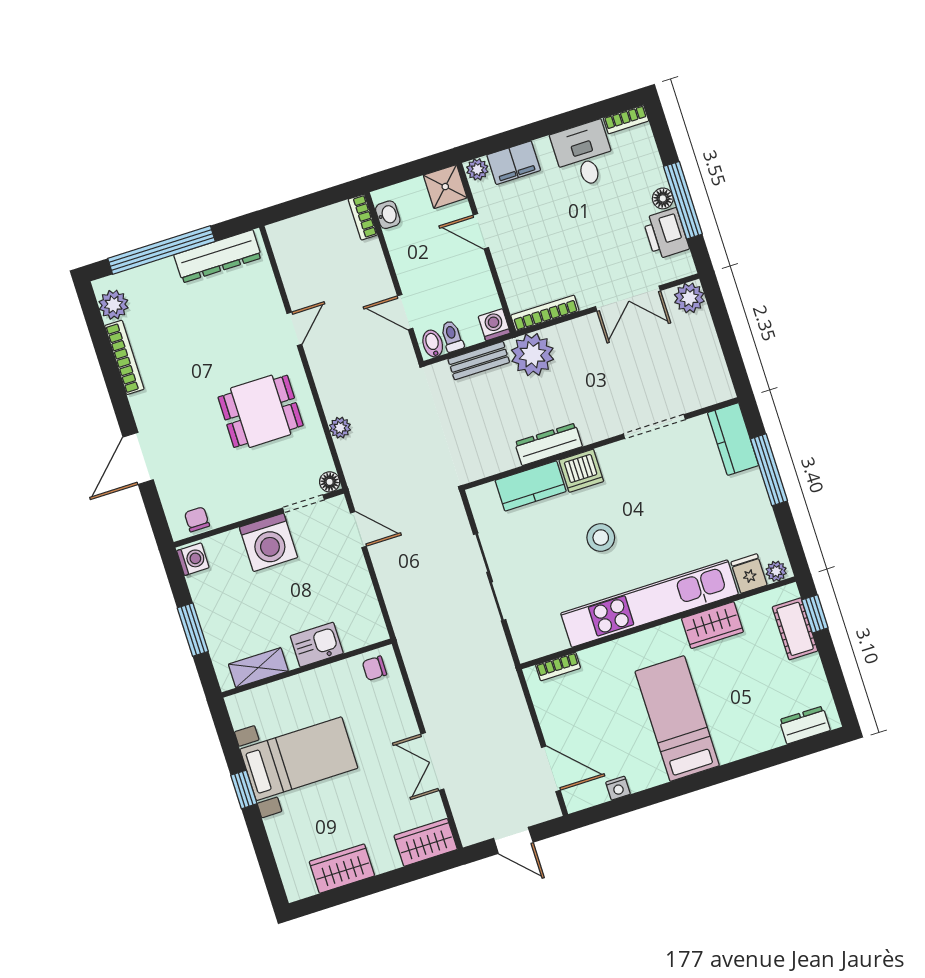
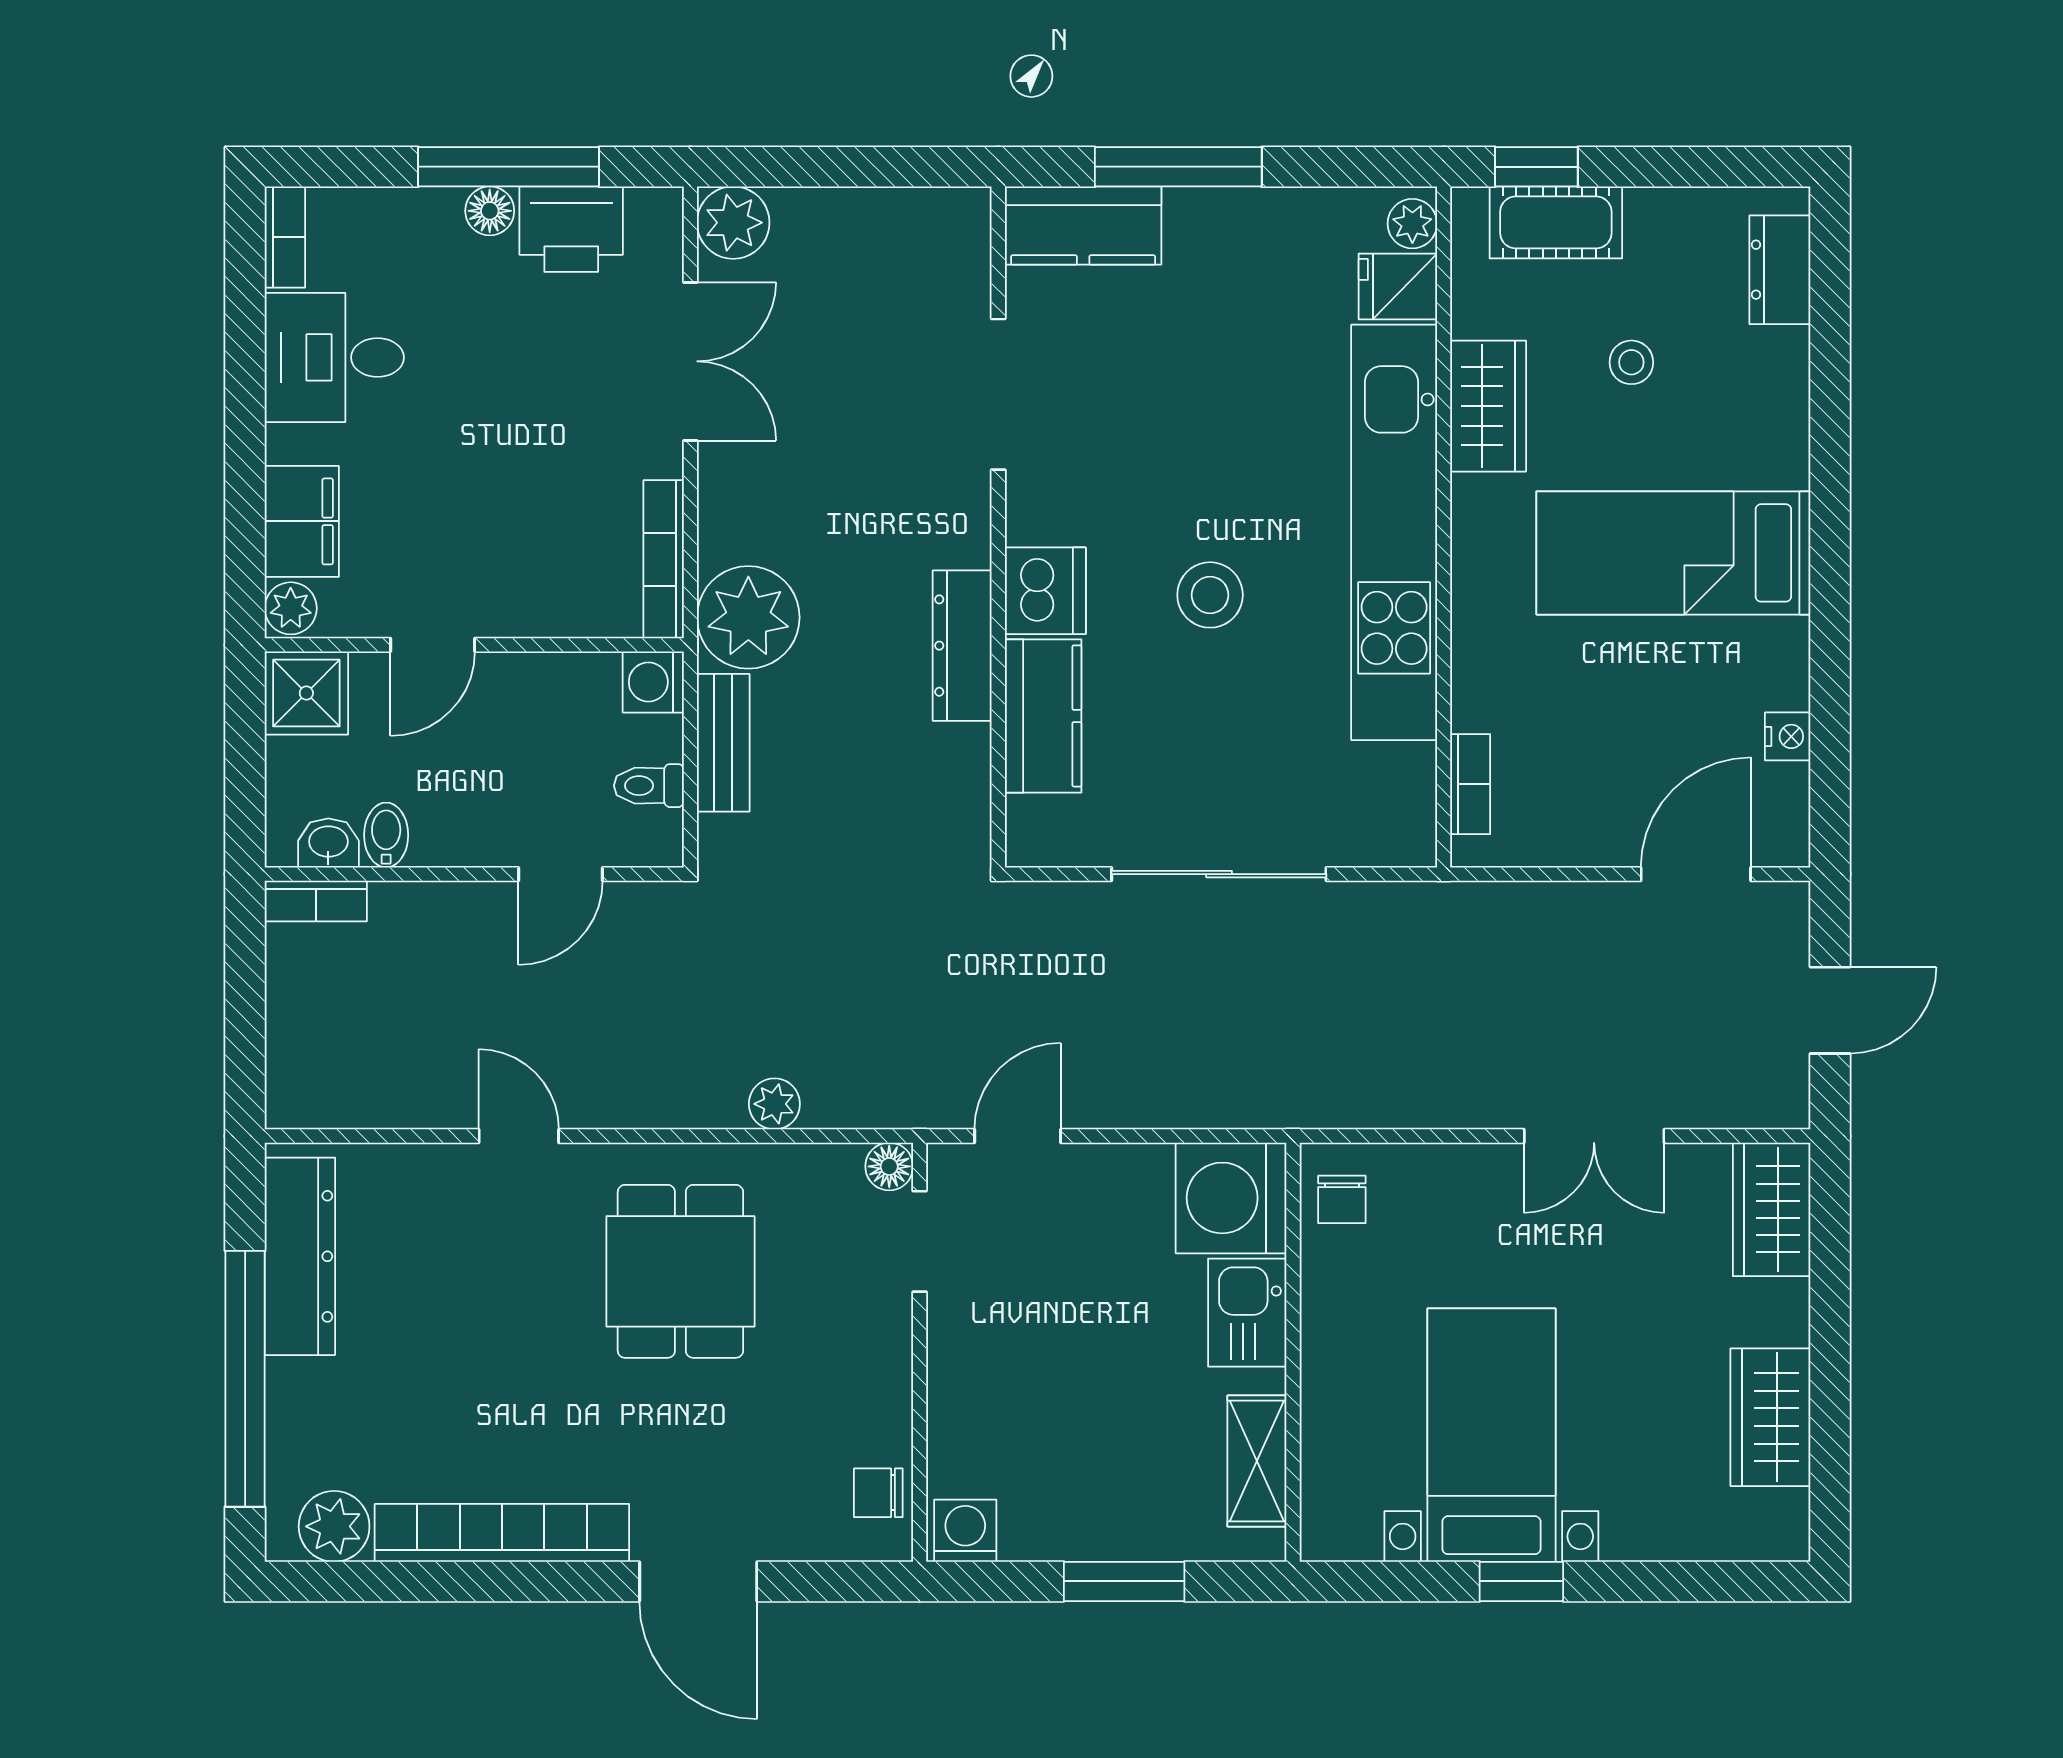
bidet: (433, 344) -> (386, 835), moved, turned 90
bookcase: (124, 357) -> (502, 1533), width x1.48, depth x1.31
washing machine: (269, 542) -> (1231, 1198), moved, turned 180
stool: (748, 677) -> (1631, 362), added

